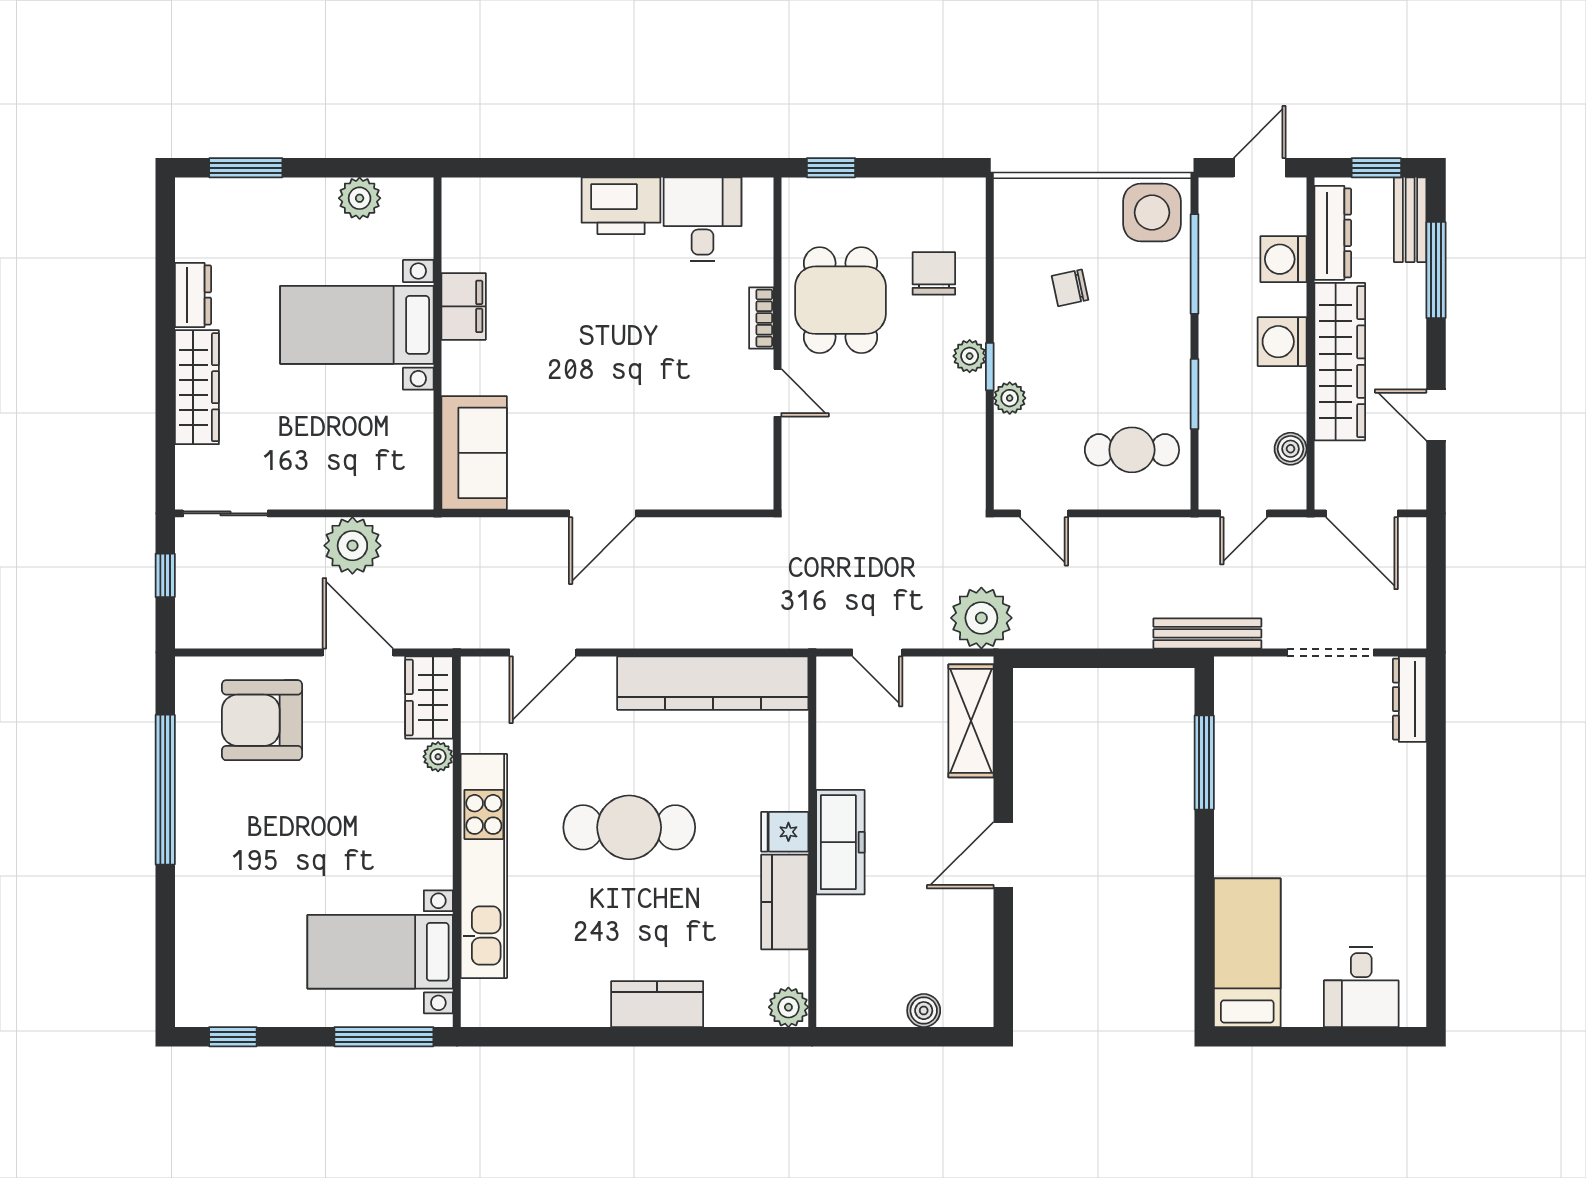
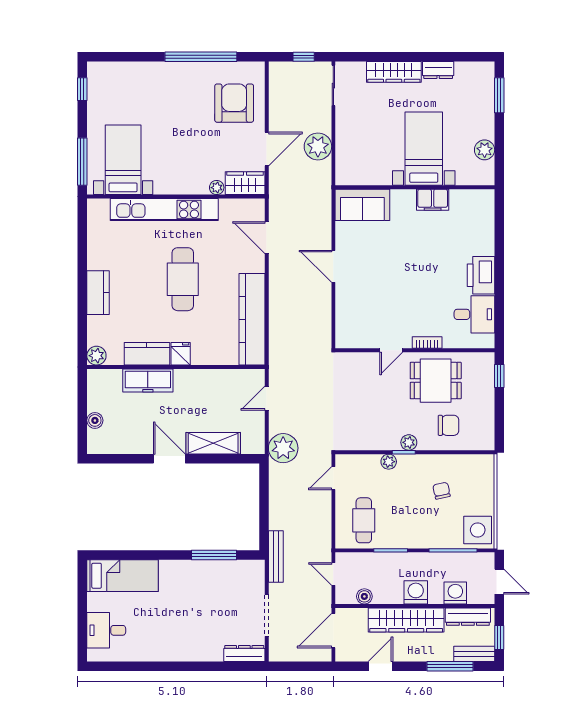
shelving: (971, 721) -> (213, 443), moved
freezer: (840, 842) -> (148, 380), moved

